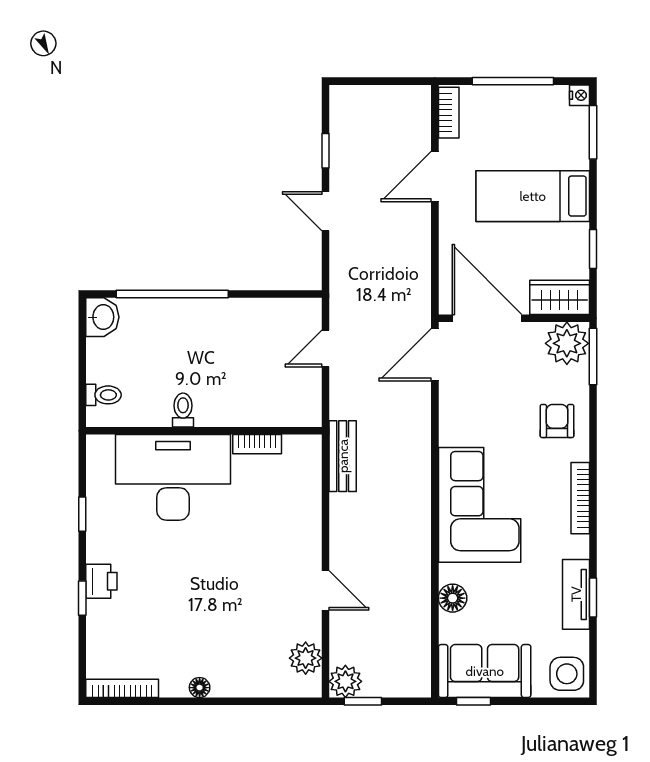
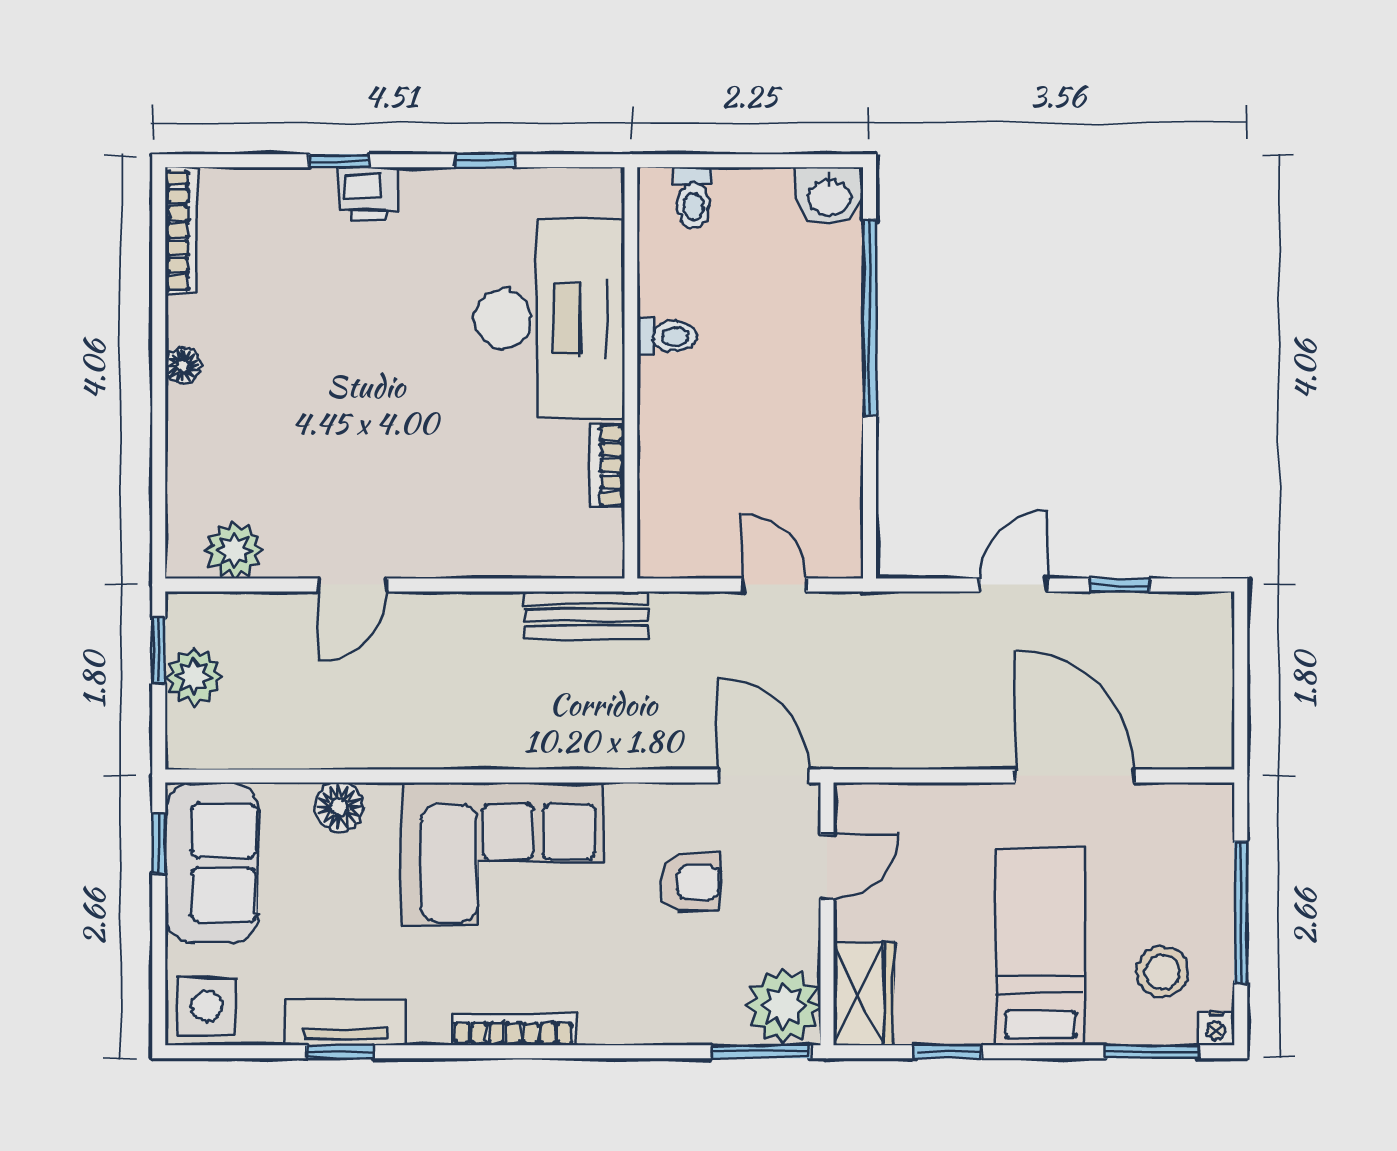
bookcase: (449, 113) -> (1186, 800), removed
stool: (547, 126) -> (1162, 972), added
door: (435, 176) -> (1074, 776), width x1.36
door: (487, 318) -> (827, 867), width x0.53
armchair: (557, 421) -> (690, 882), moved
plant: (345, 681) -> (194, 677), moved

